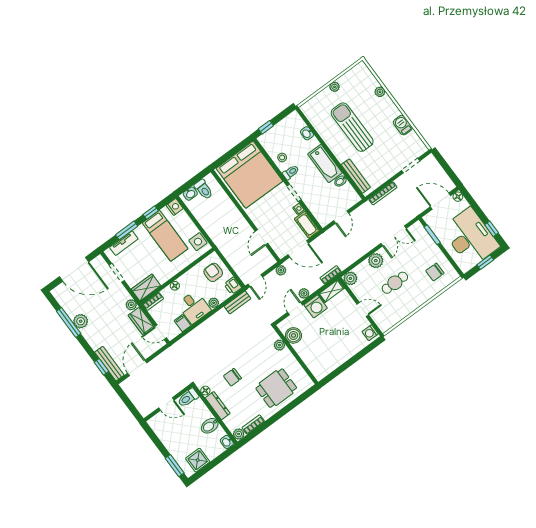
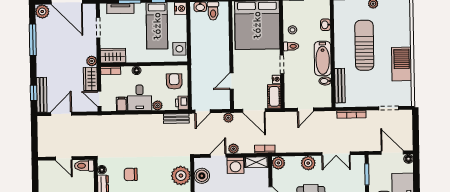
plant: (380, 92) -> (406, 33), removed
barbecue: (403, 125) -> (402, 64), width x1.88, depth x1.53
plant: (81, 321) -> (42, 12), moved
plant: (279, 345) -> (181, 176), width x1.88, depth x1.88

